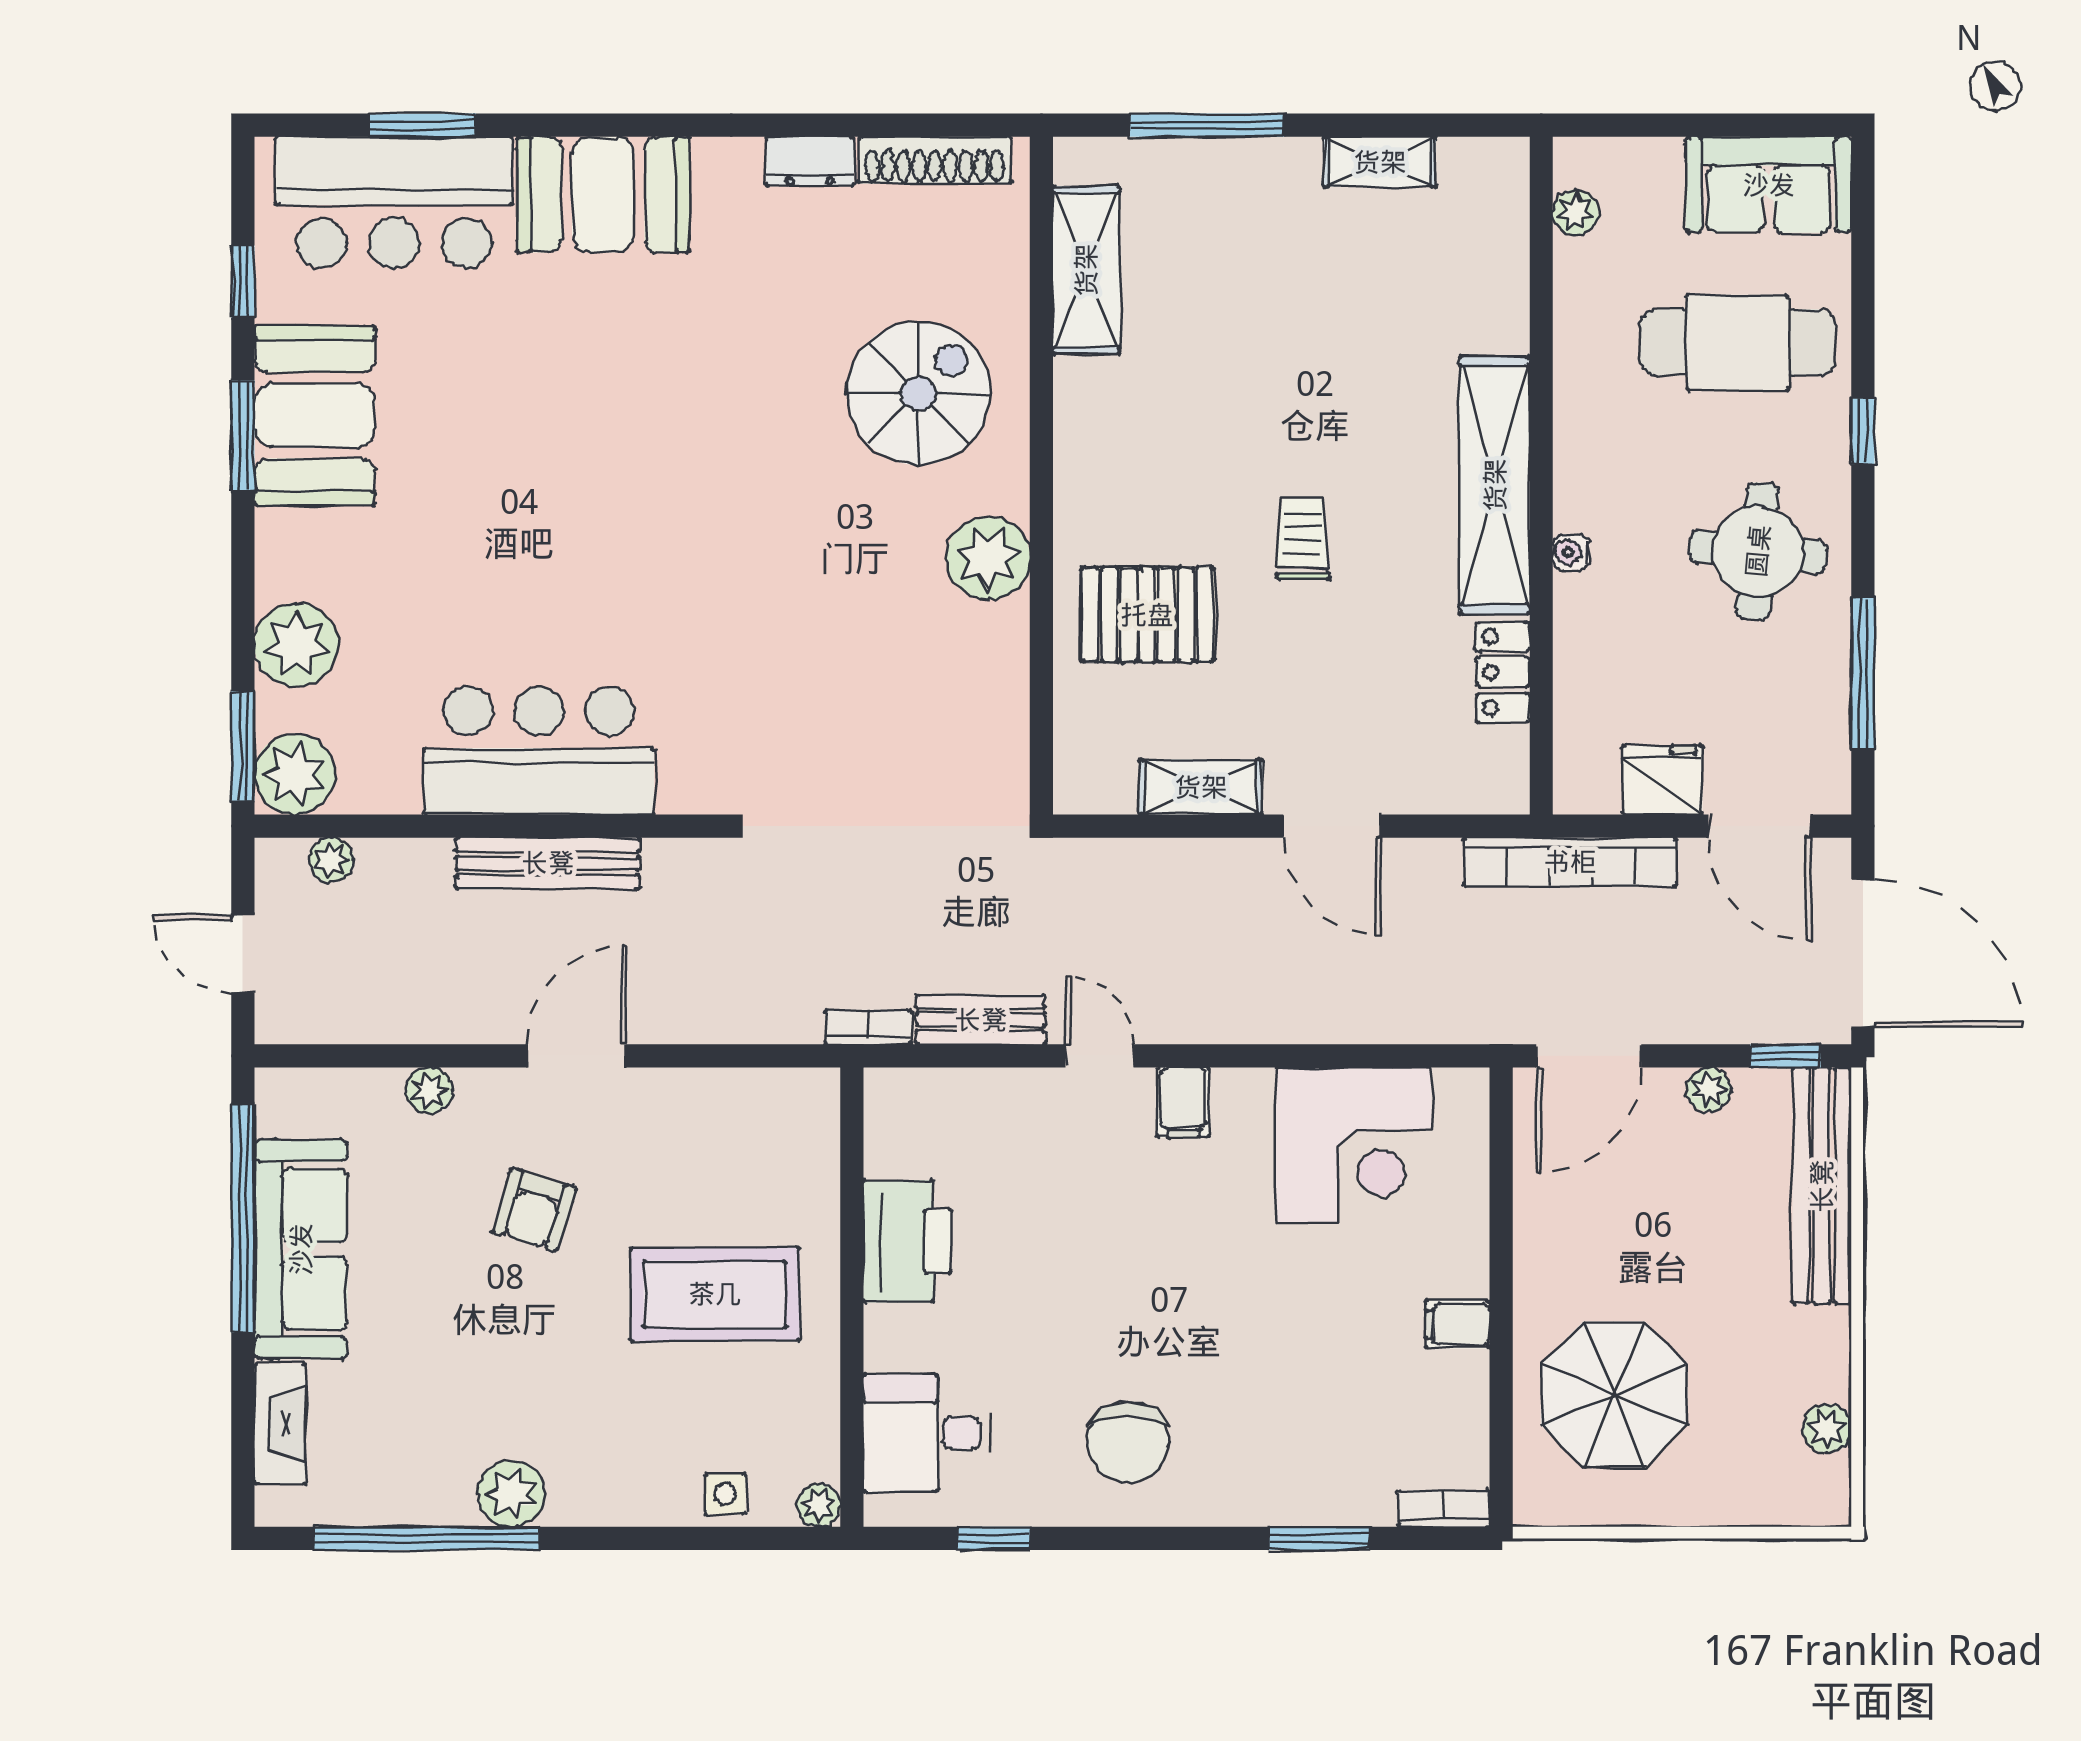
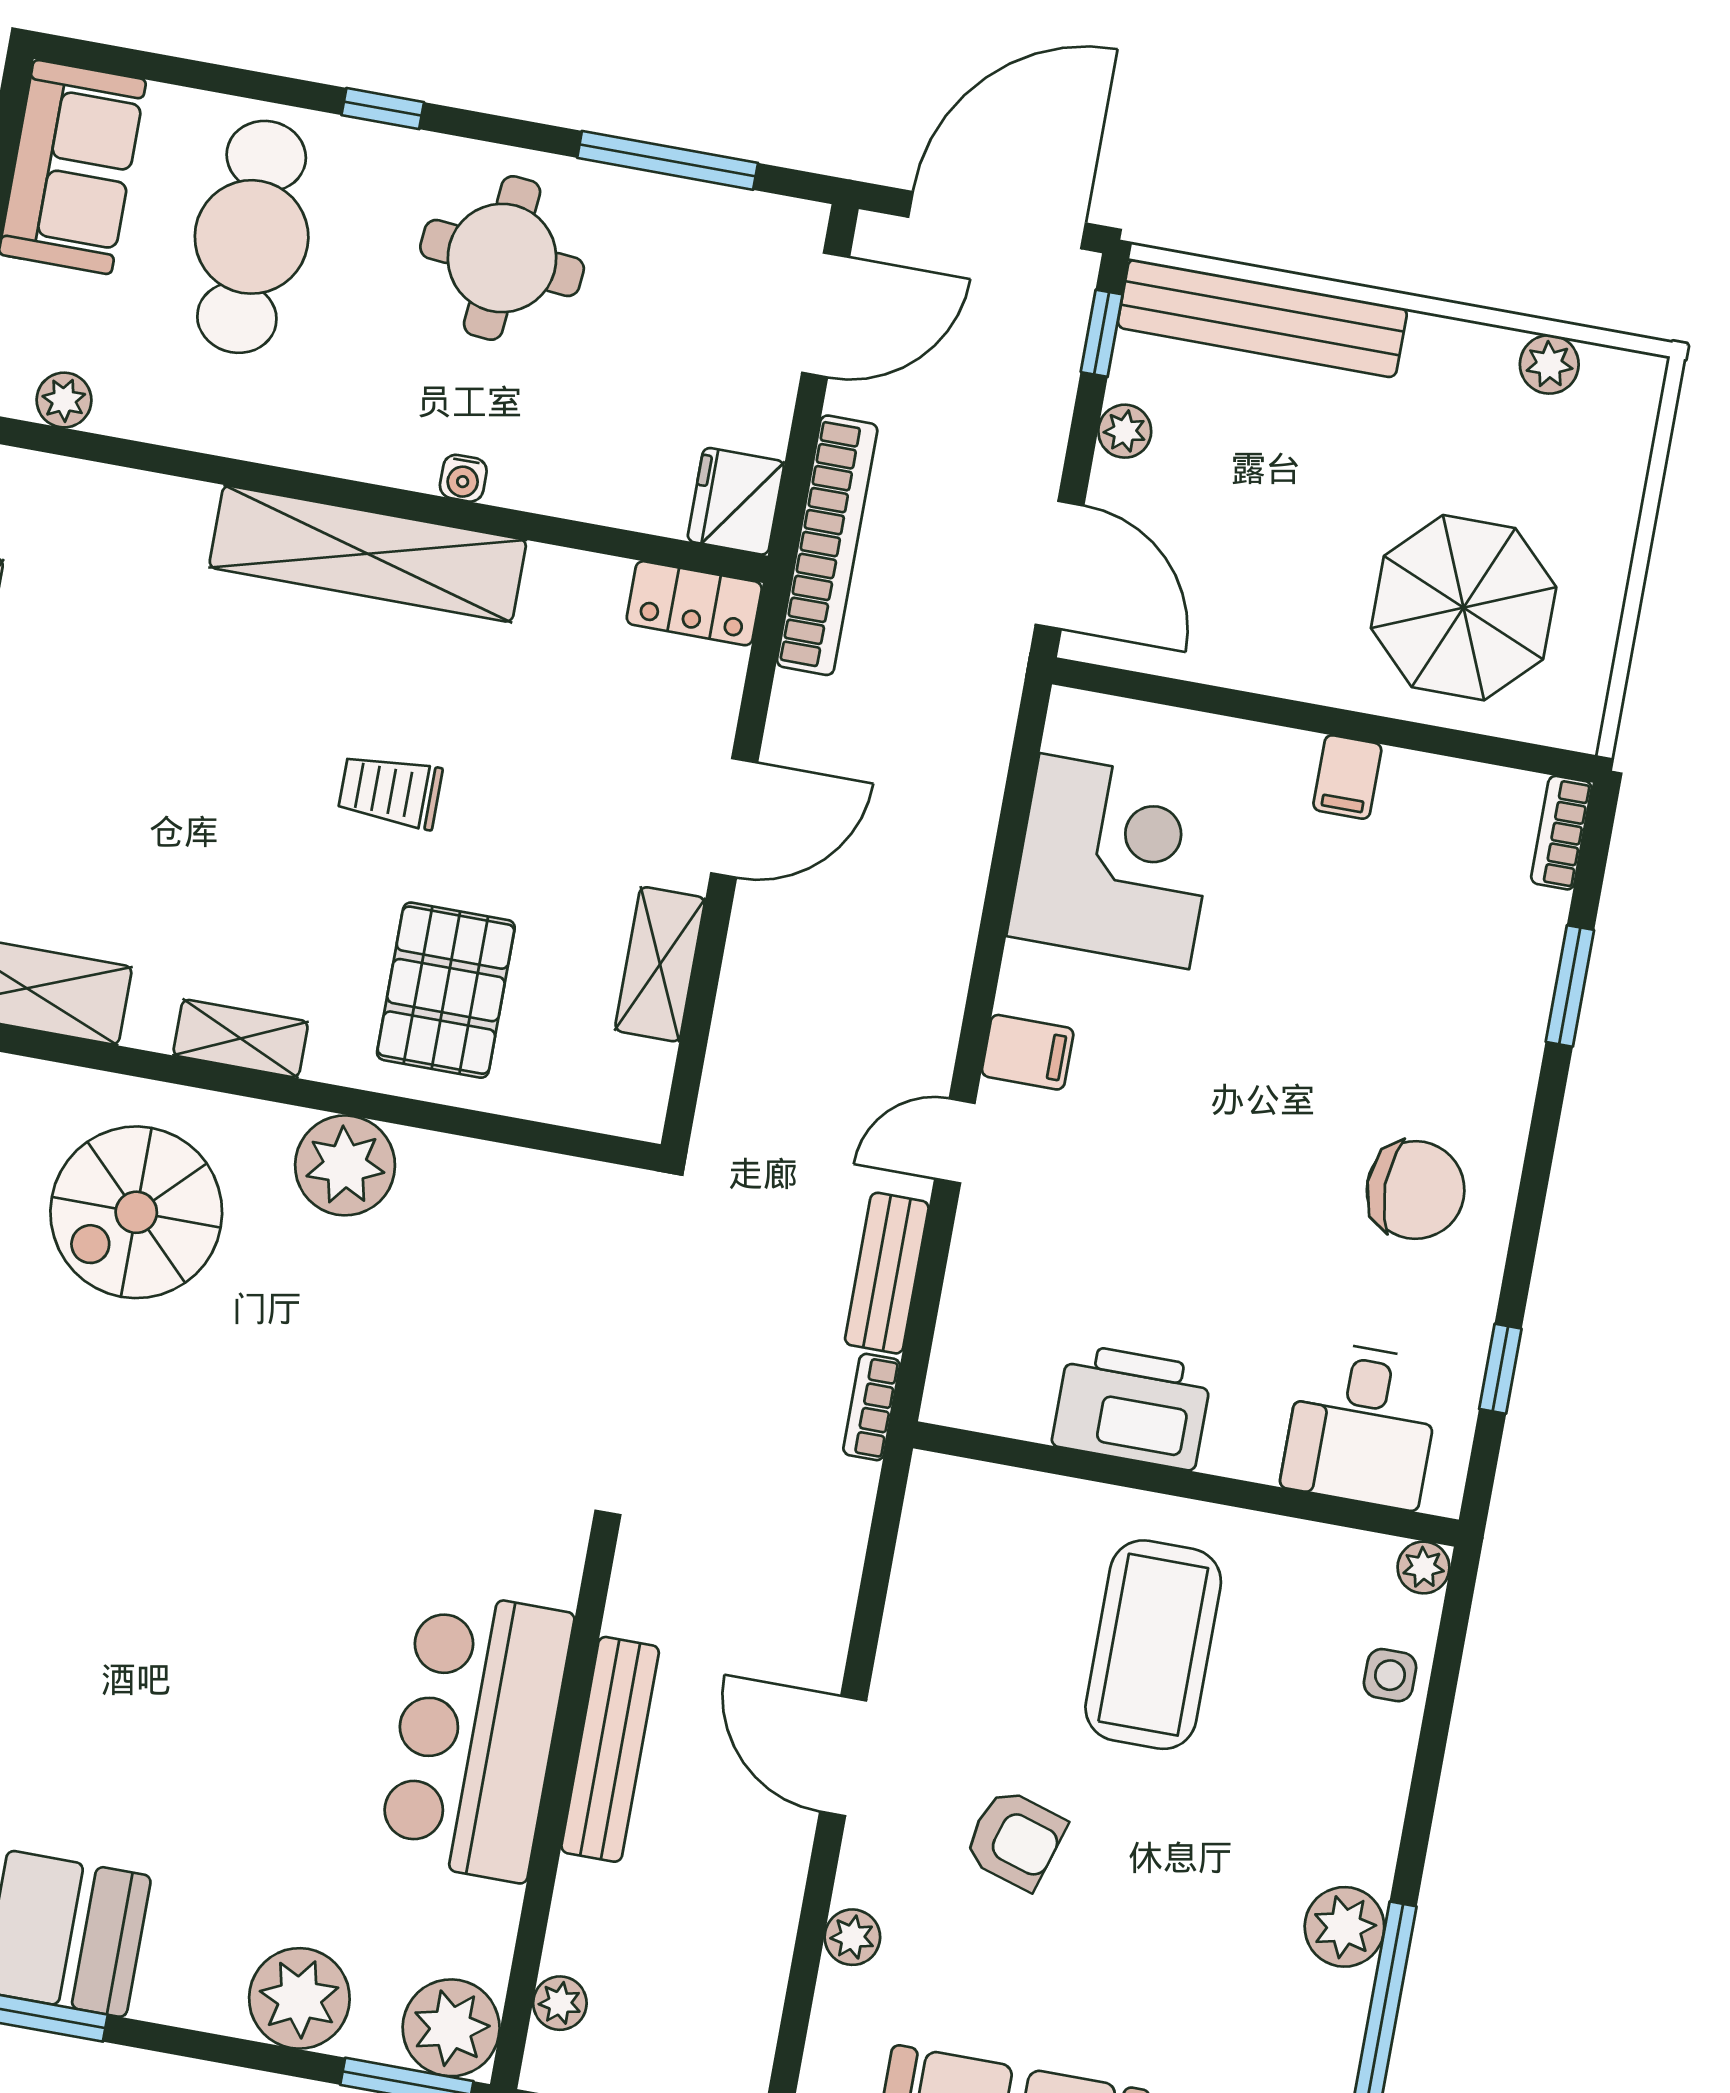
spiral stairs: (918, 393) -> (136, 1212), turned -90
shelving: (1077, 453) -> (241, 1038), added
locker: (1503, 672) -> (694, 603), moved
fridge: (1662, 780) -> (736, 501), moved

